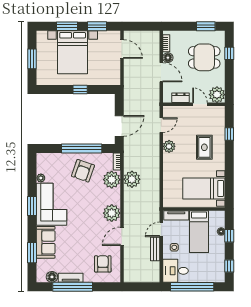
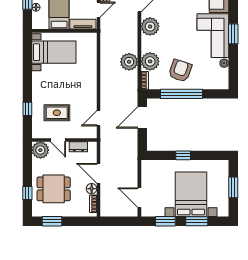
plant: (169, 146) -> (90, 96), removed
rug: (204, 147) -> (57, 113), moved, turned 90

